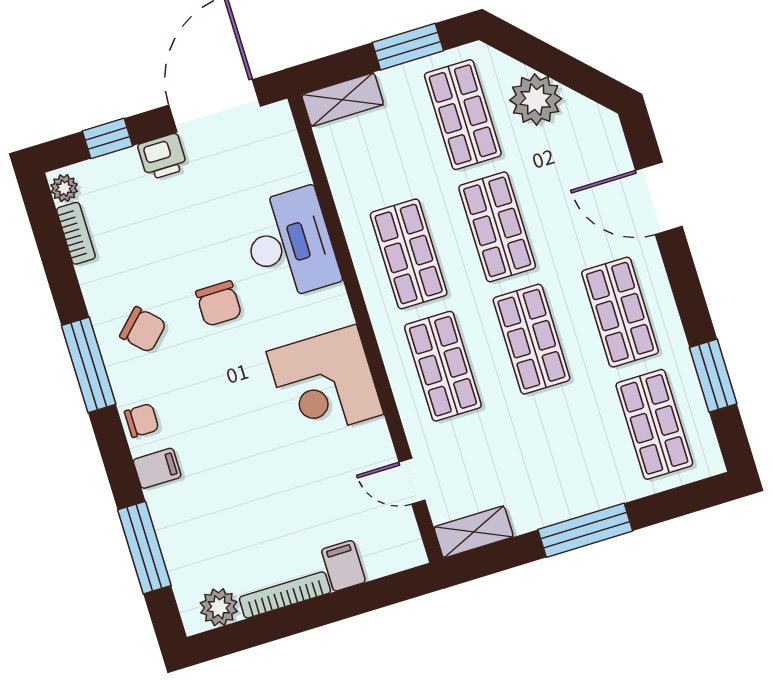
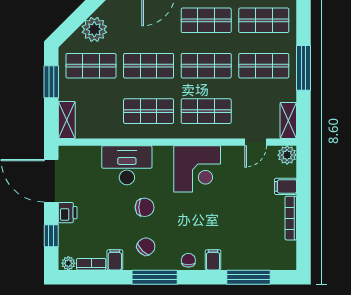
filing cabinet: (99, 277) -> (115, 260), added
shop shelf: (566, 451) -> (264, 66), added
plant: (219, 607) -> (287, 155), moved

